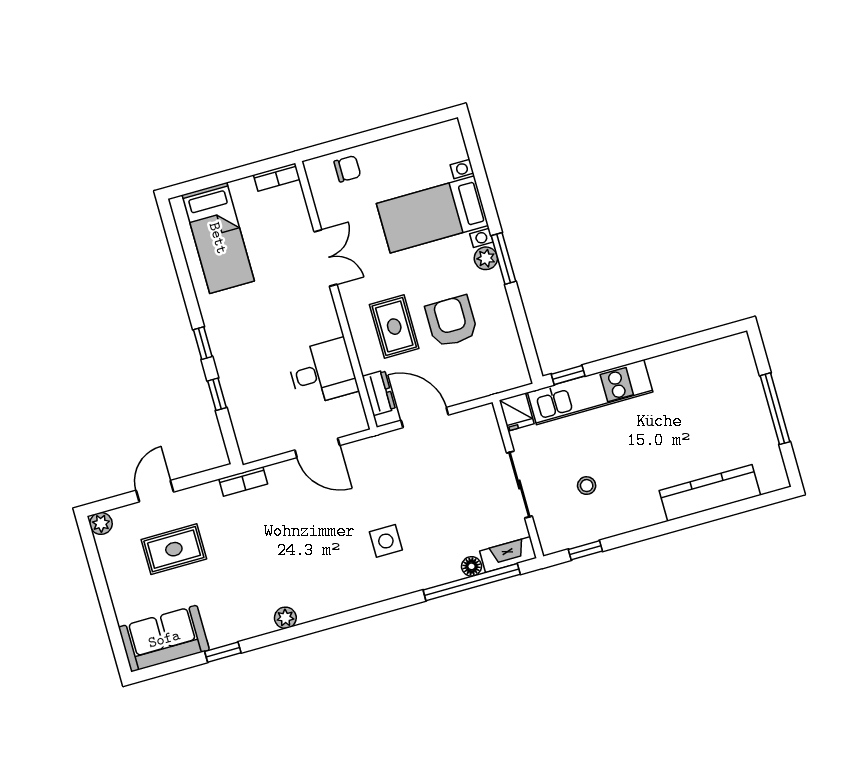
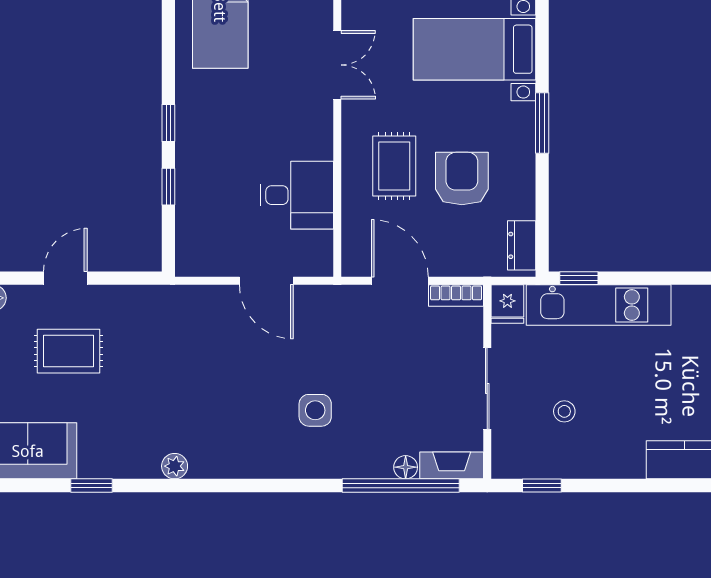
plant: (486, 258) -> (522, 117), removed
dresser: (379, 393) -> (522, 245), moved, turned 180
bookcase: (243, 481) -> (456, 296), moved

